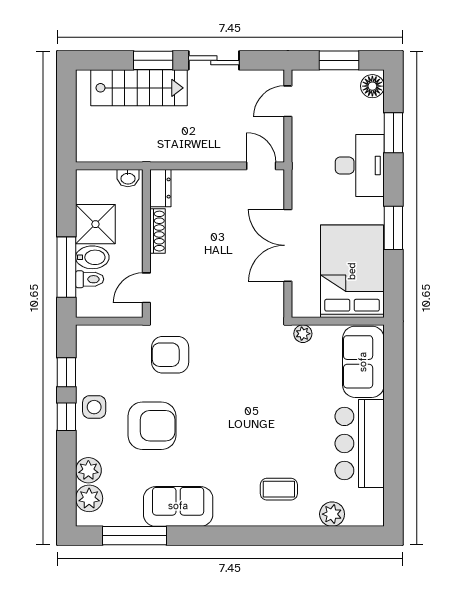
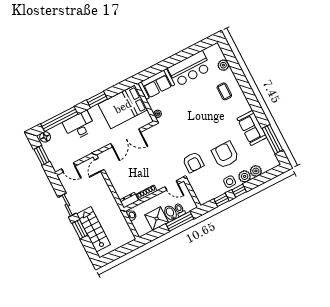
window: (393, 133) -> (59, 119), width x2.11
plant: (89, 498) -> (245, 176), moved

